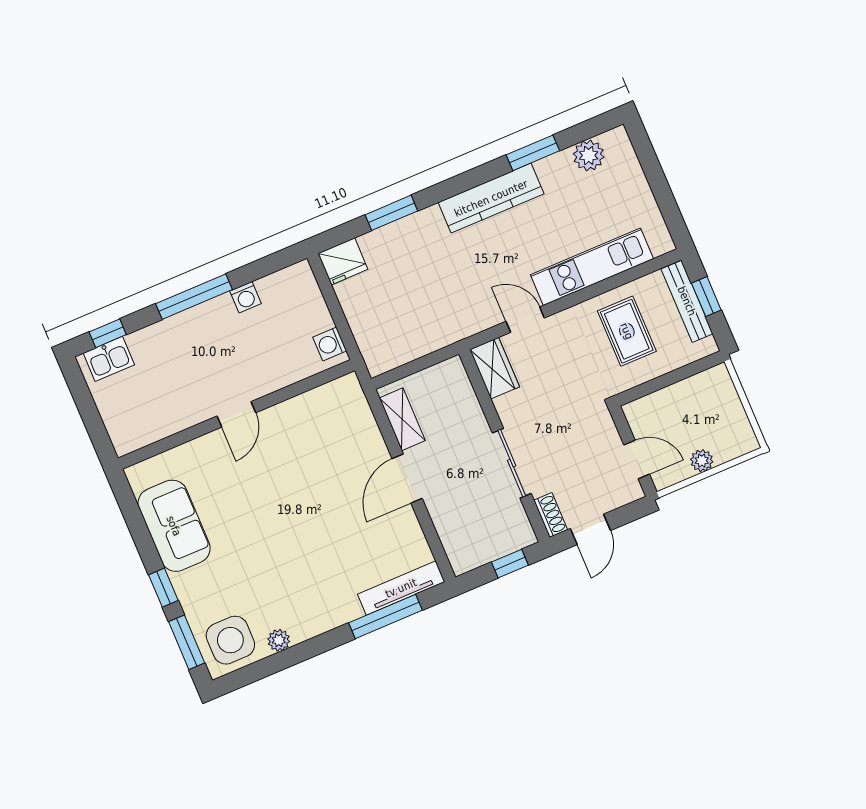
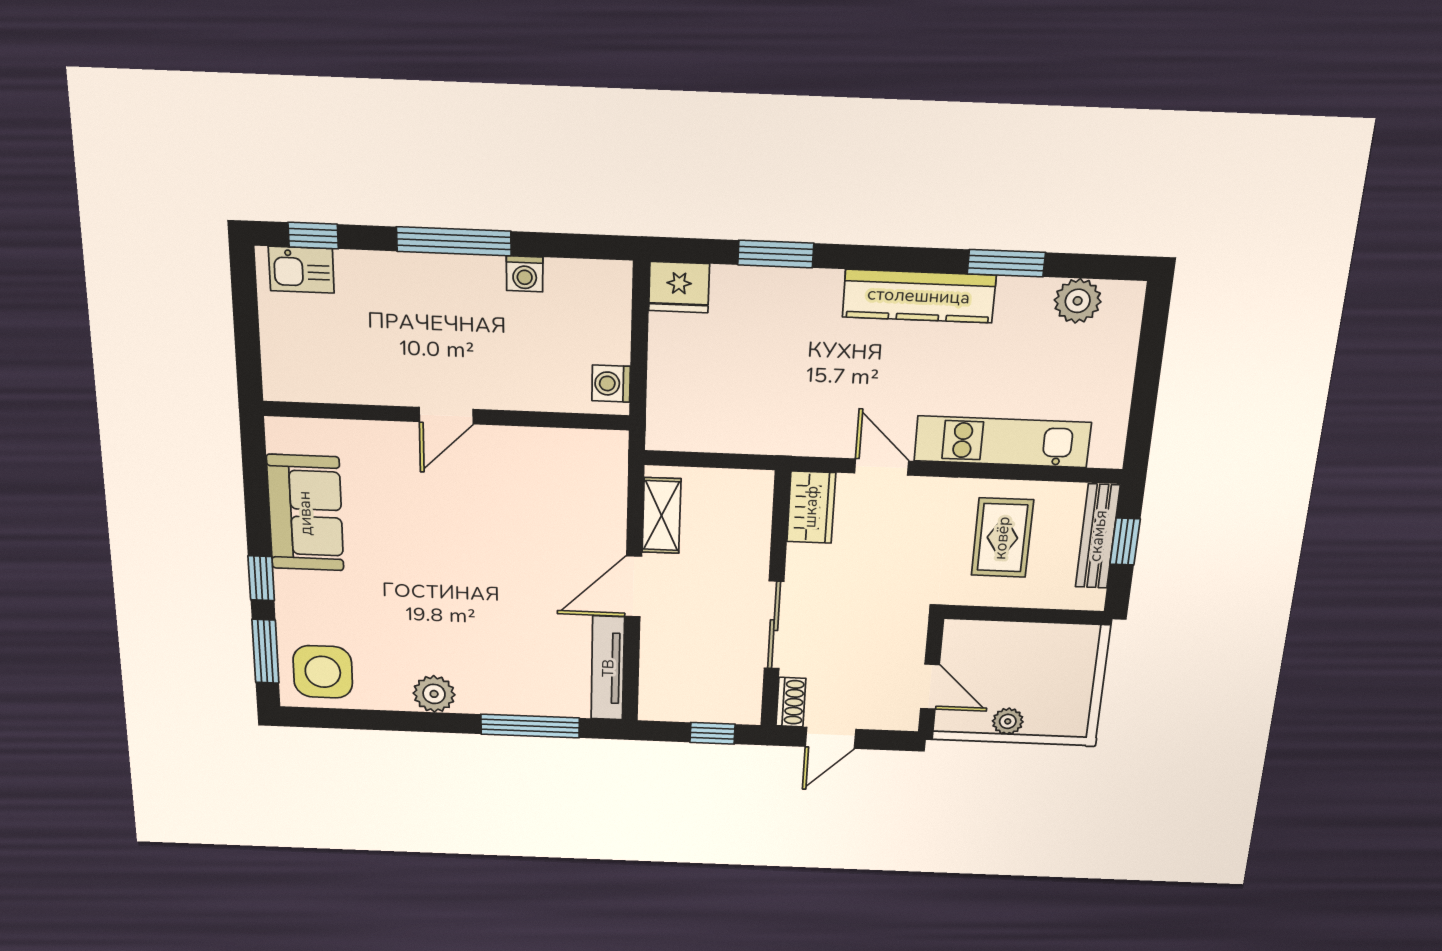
tv unit: (401, 588) -> (608, 668), moved, turned -90
plant: (279, 640) -> (434, 694), moved, width x1.38, depth x1.38

